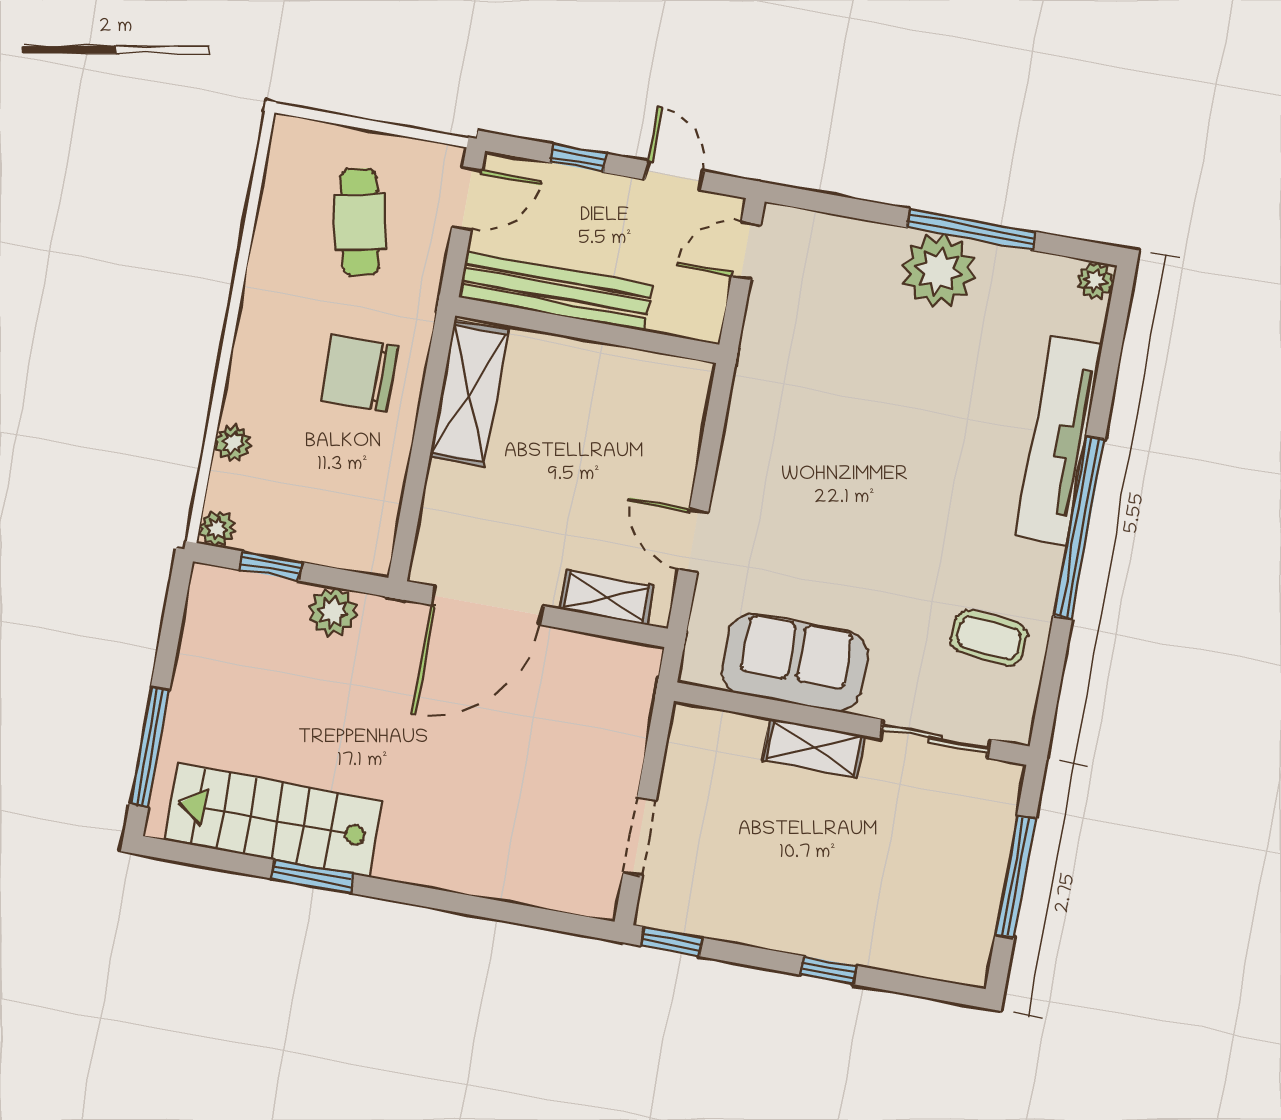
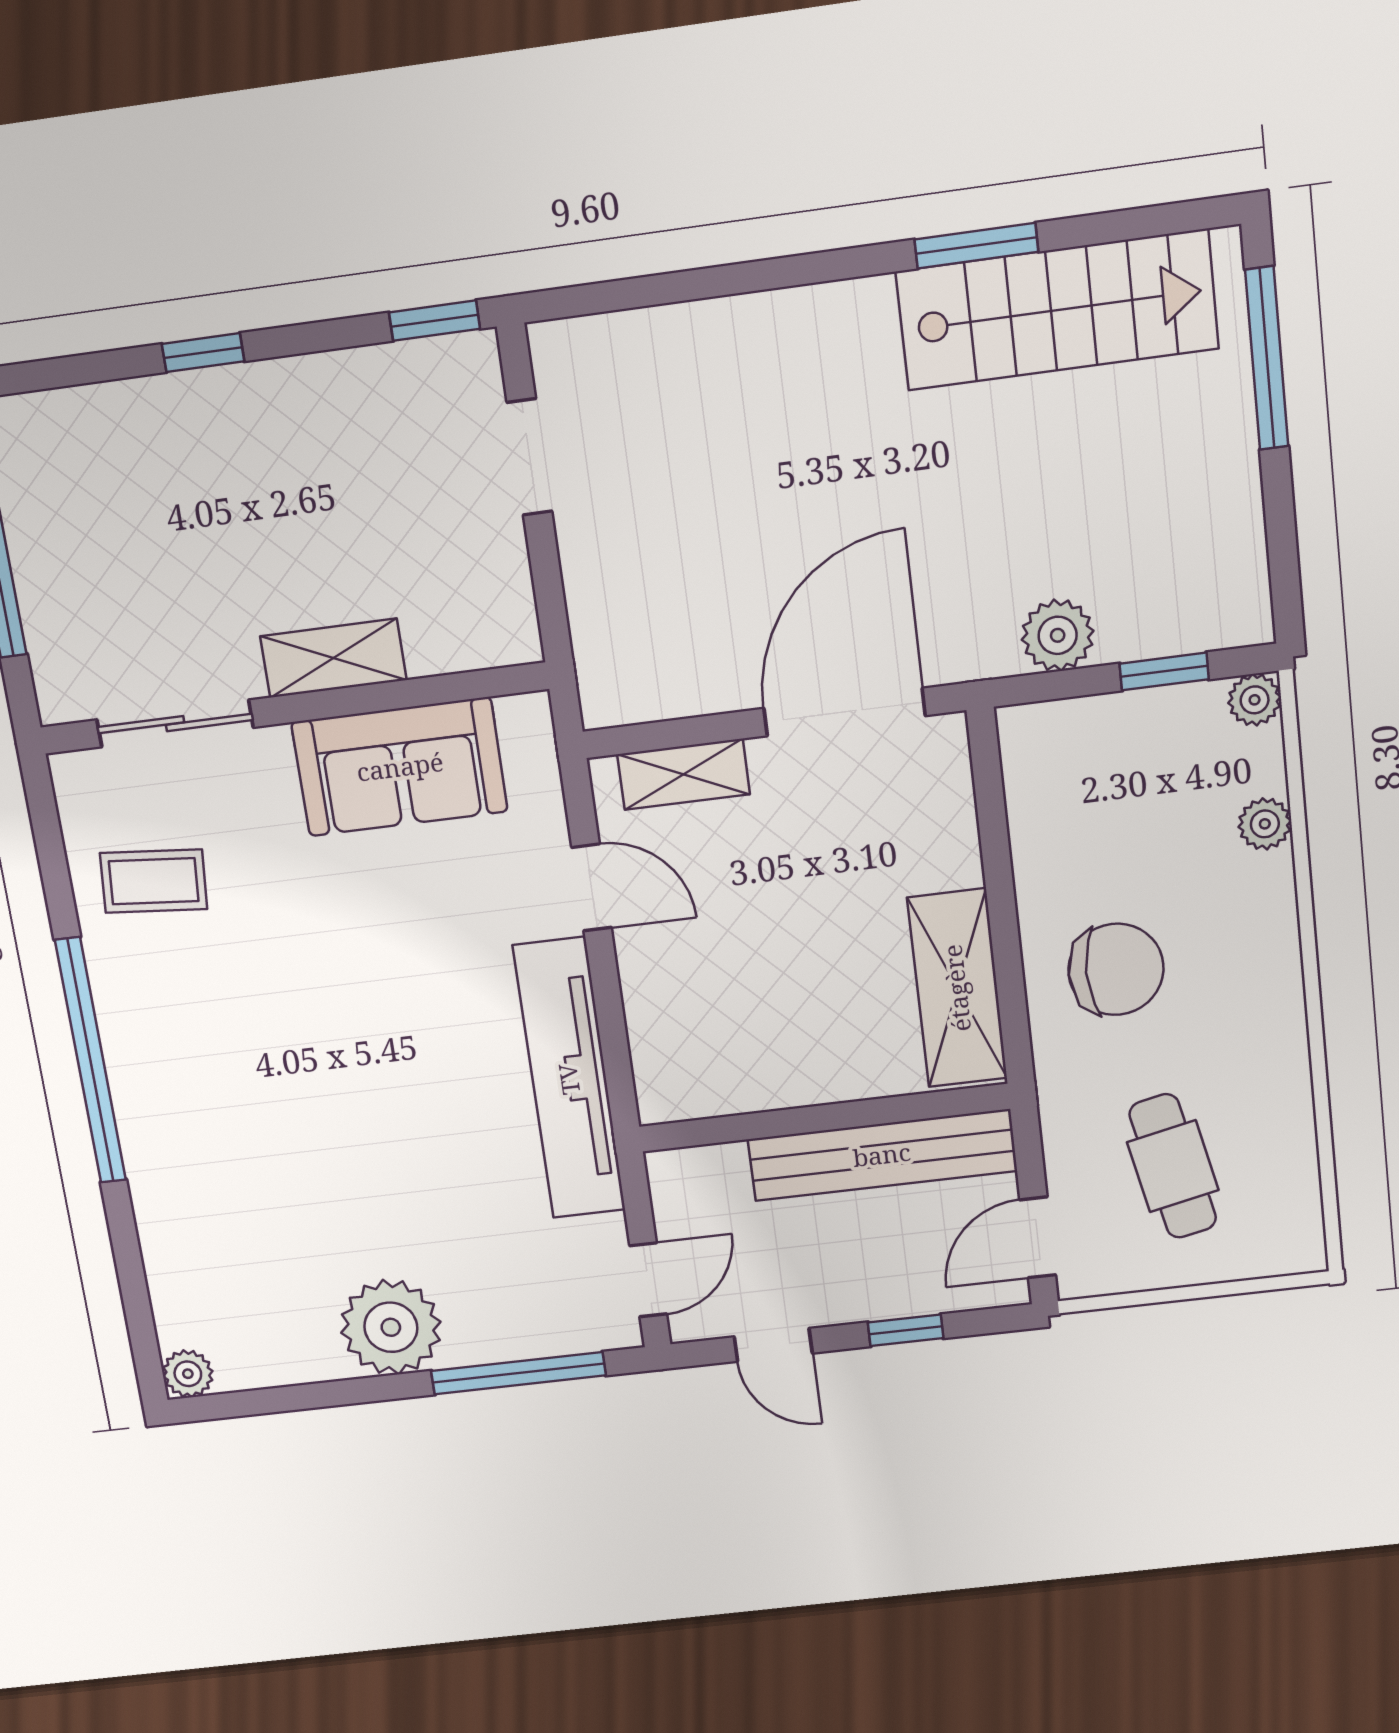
window: (971, 230) -> (518, 1373), moved
tv unit: (1059, 440) -> (569, 1079), moved, turned 180

